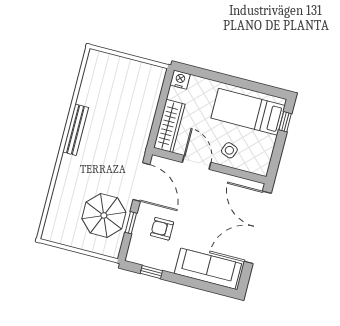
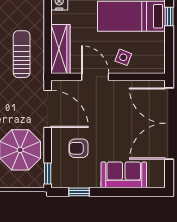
sun lounger: (130, 121) -> (22, 54), added
window: (131, 223) -> (48, 174), moved
sofa: (208, 269) -> (124, 175), width x0.73

